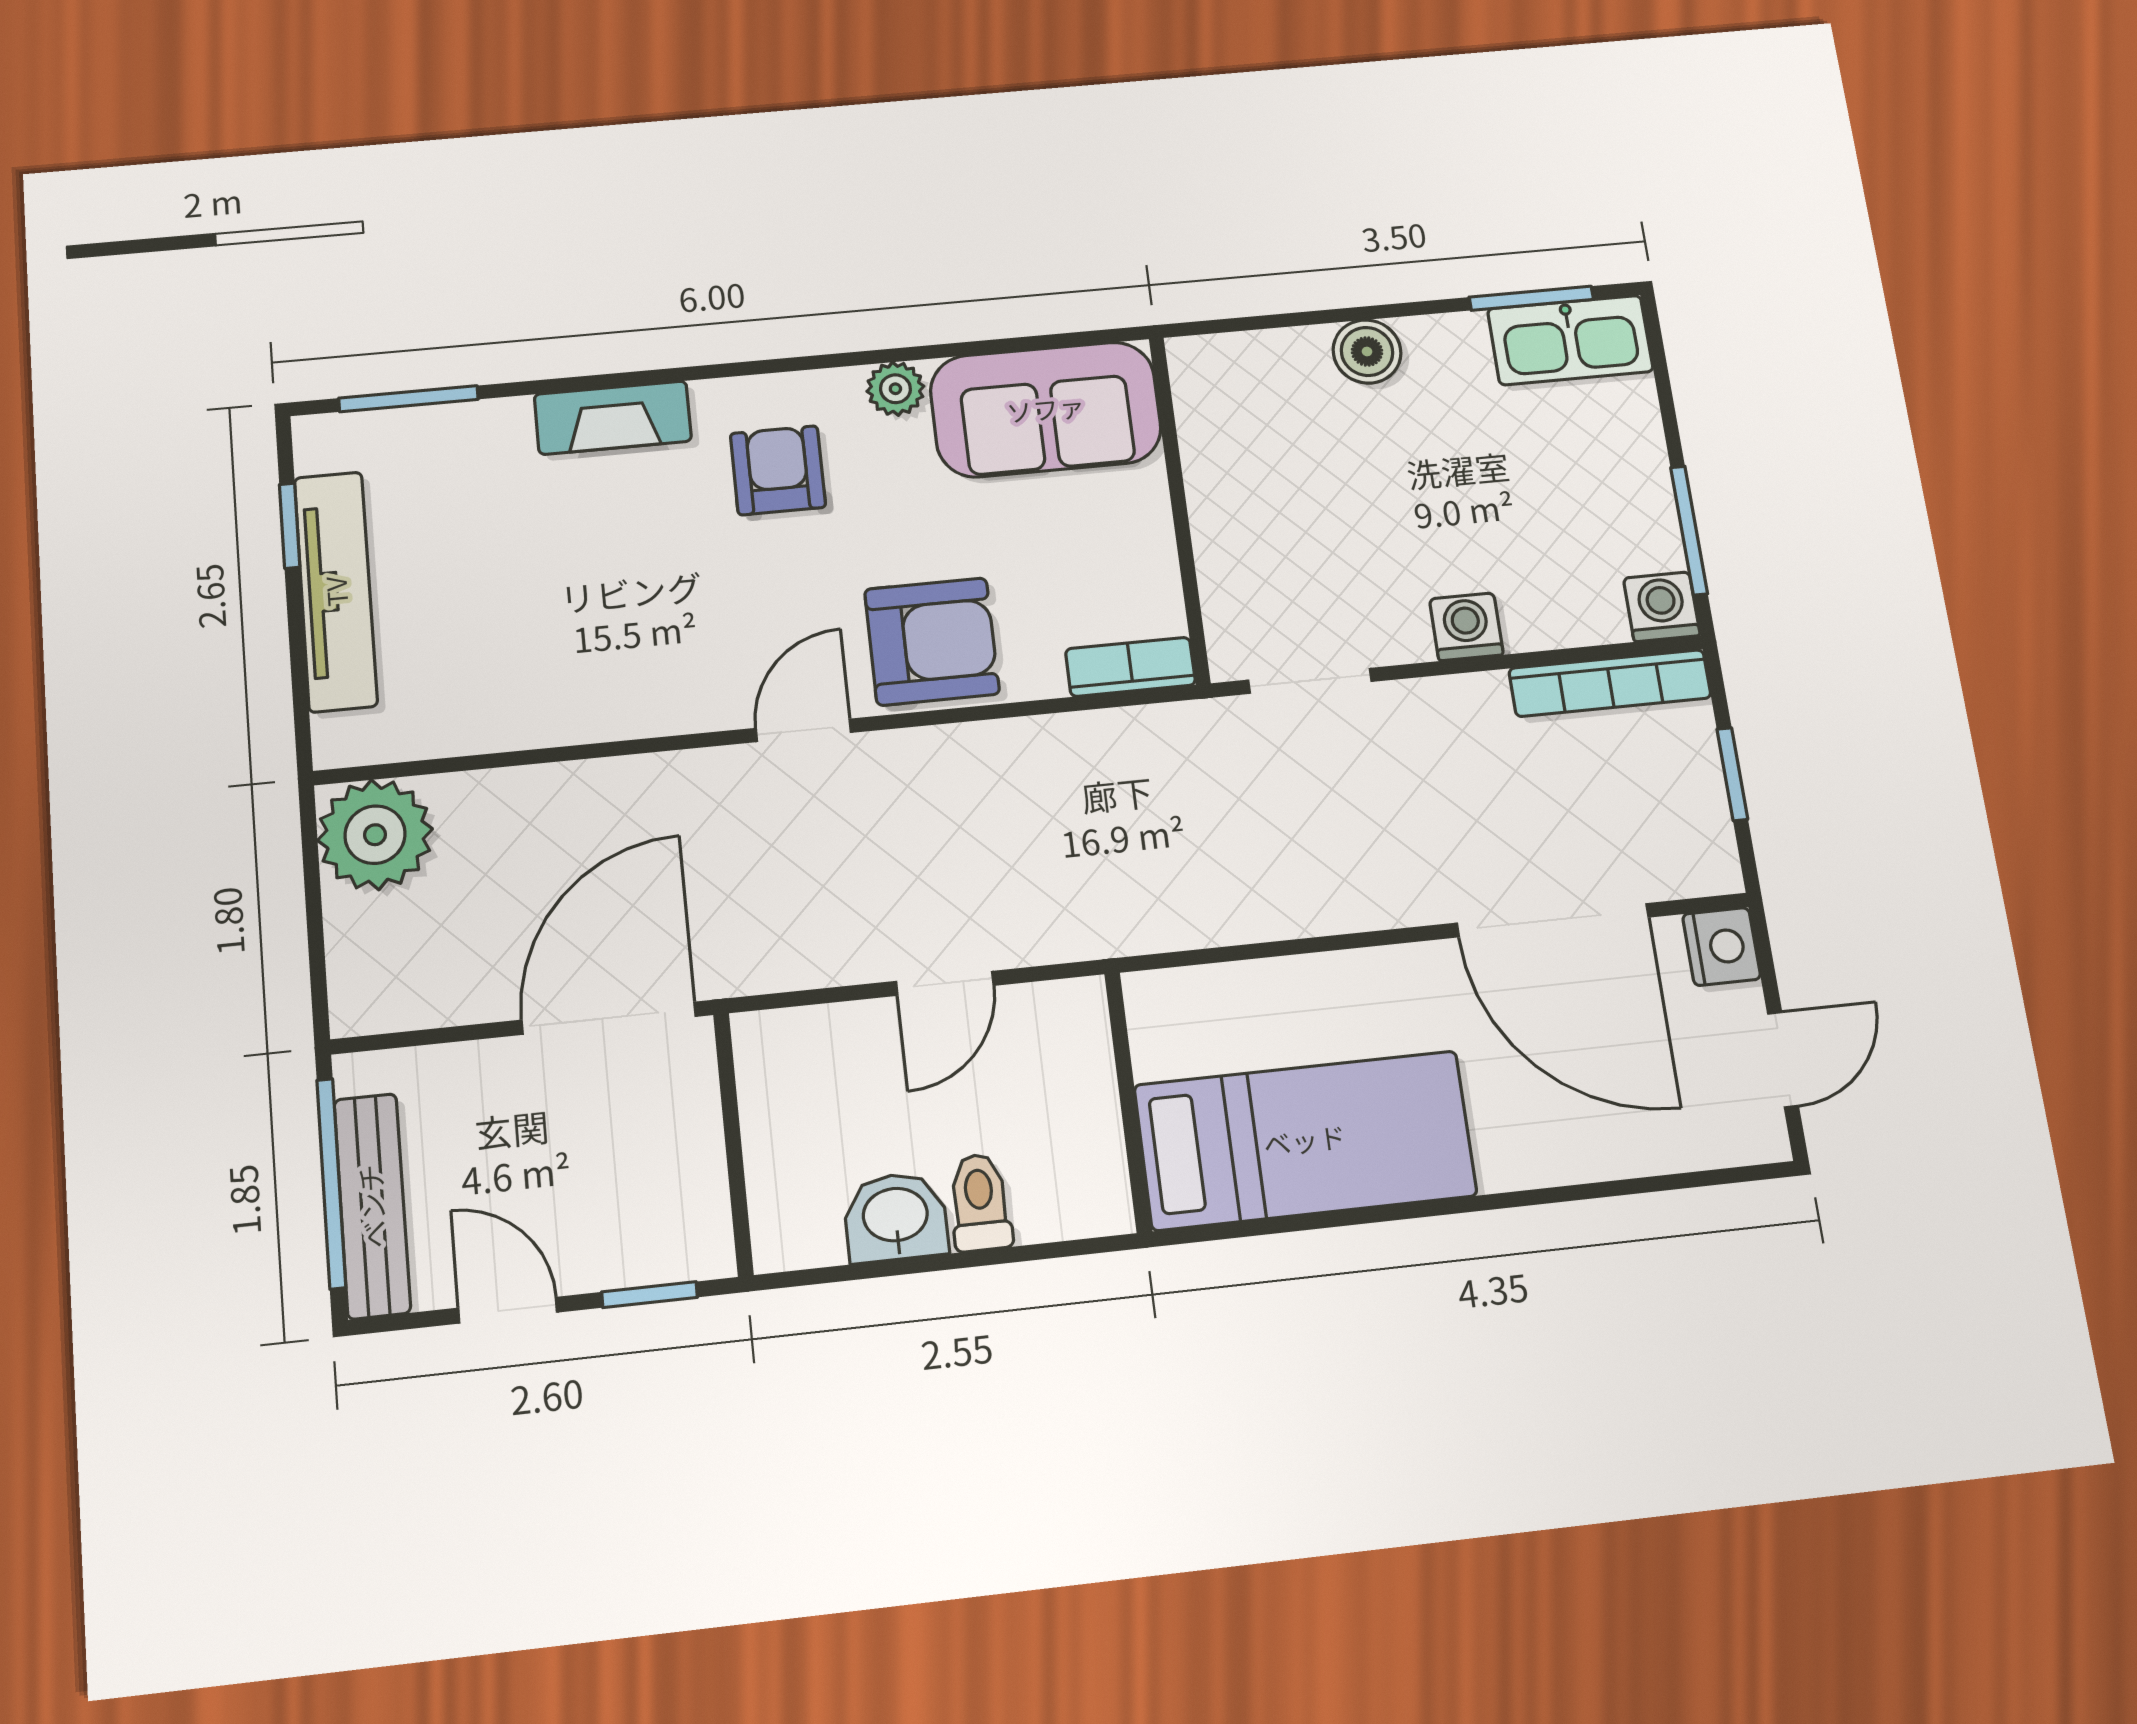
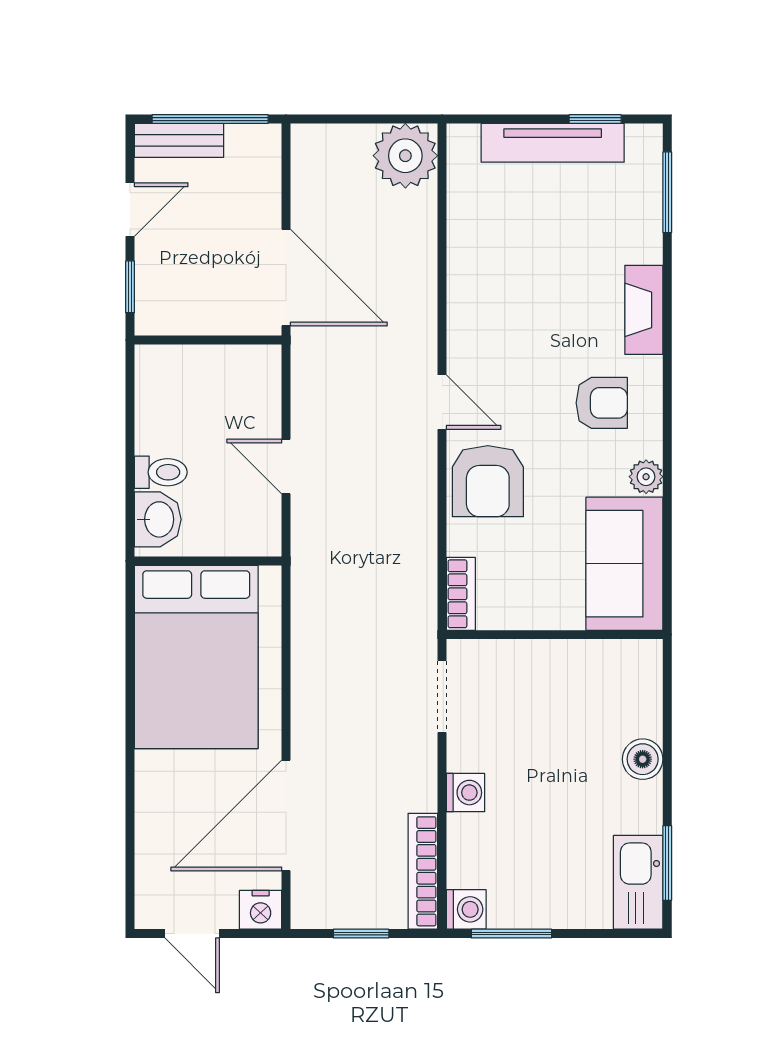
bed: (1305, 1140) -> (196, 657), width x1.50
bench: (372, 1206) -> (179, 140), width x0.73
washbasin: (896, 1217) -> (158, 519), moved

